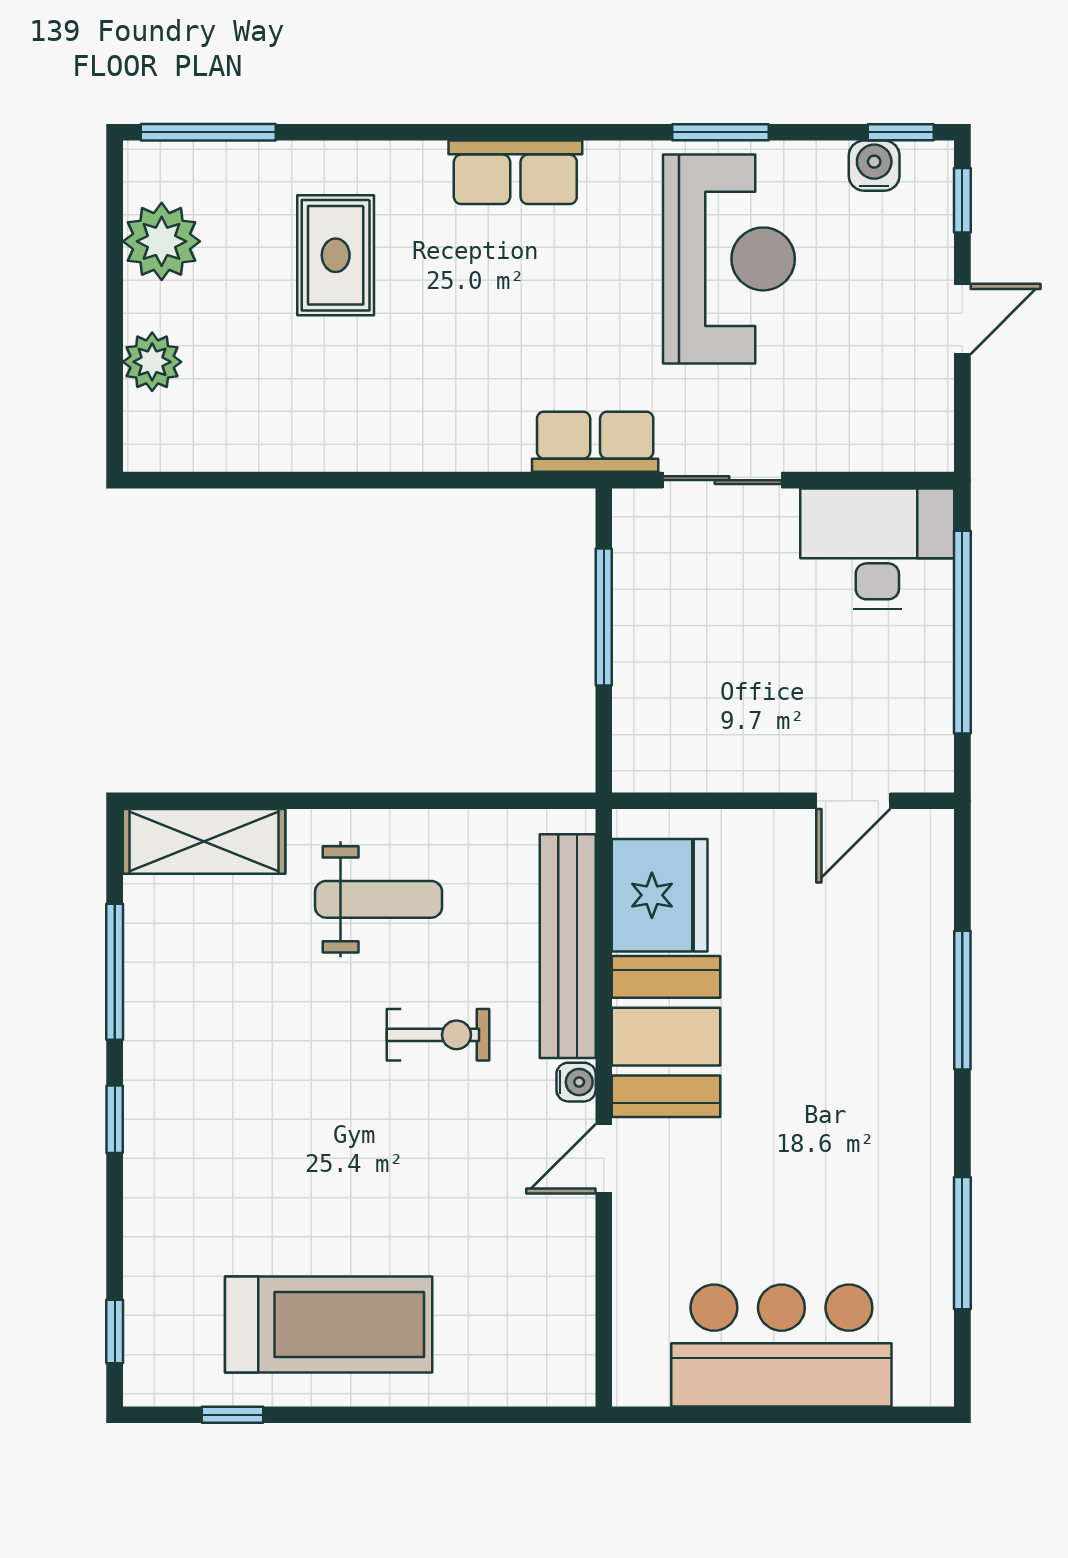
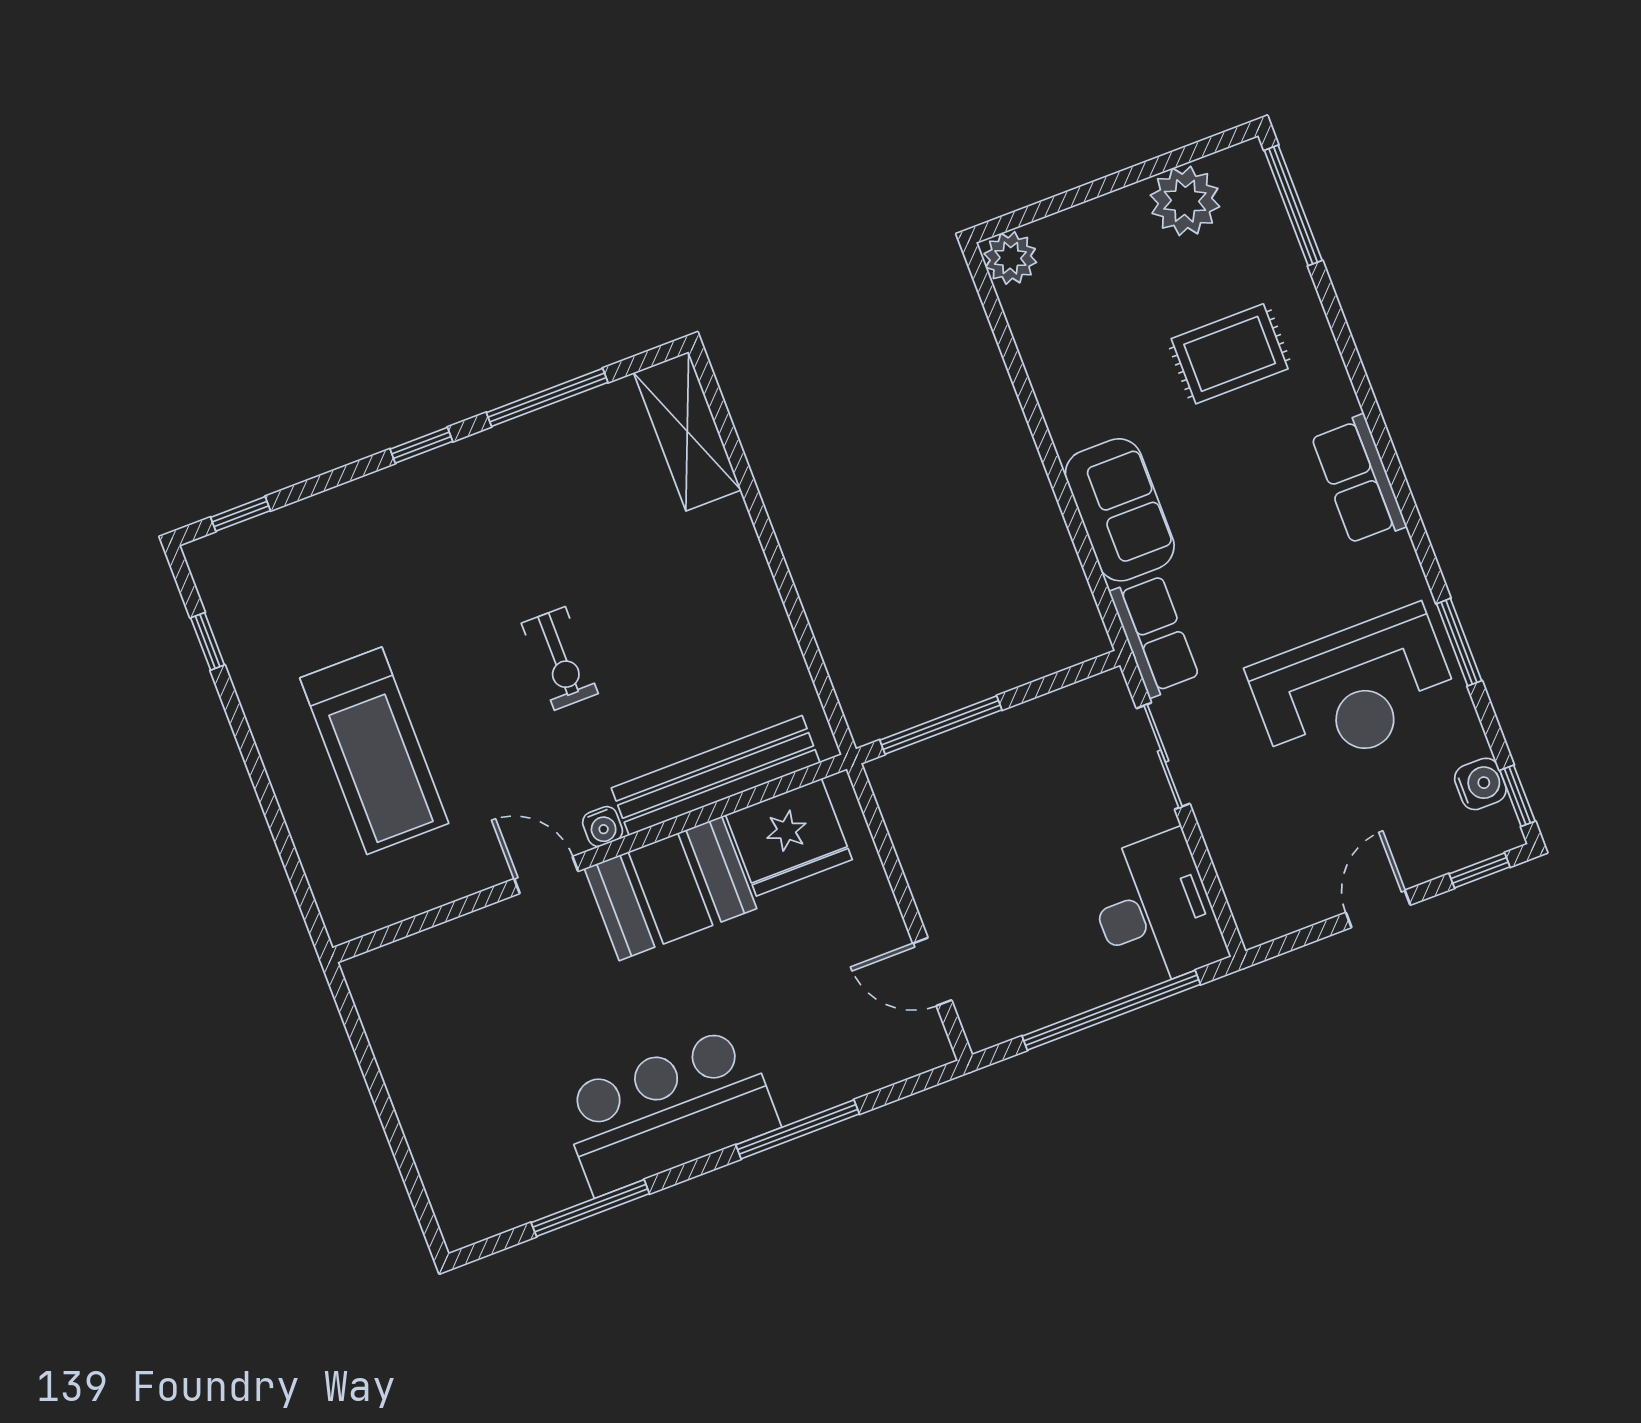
door: (962, 319) -> (1378, 909), swing flipped
plant: (152, 362) -> (1010, 258), moved
sofa: (453, 429) -> (1120, 510), added
window: (604, 617) -> (941, 725), moved
weight bench: (379, 899) -> (694, 599), removed
exercise bike: (438, 1035) -> (560, 658), moved
treadmill: (329, 1324) -> (374, 751), moved
bar counter: (781, 1346) -> (668, 1111), moved, turned -90

